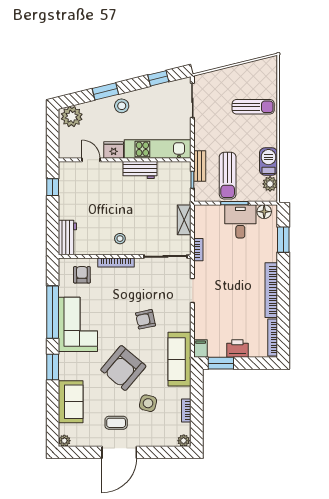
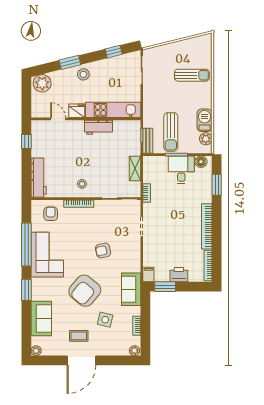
bench: (200, 166) -> (148, 141), moved
workbench: (67, 237) -> (39, 178), width x1.38
sofa: (180, 359) -> (131, 289), width x0.73

